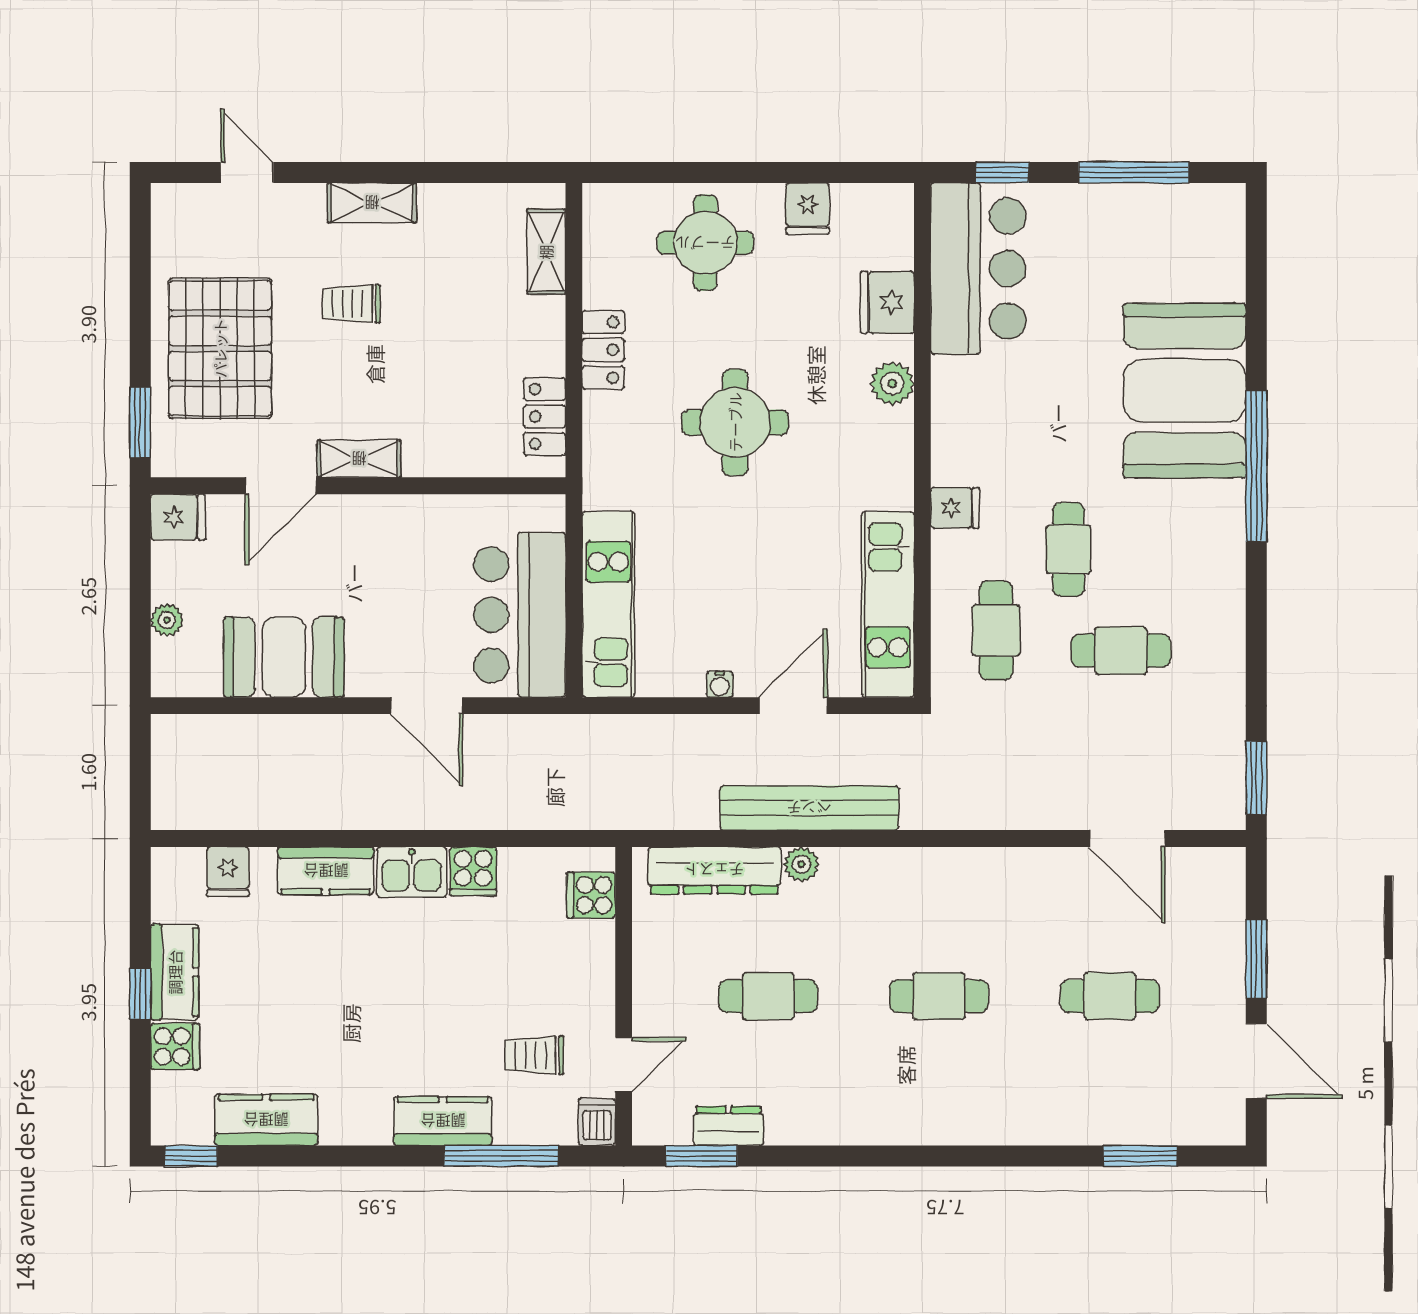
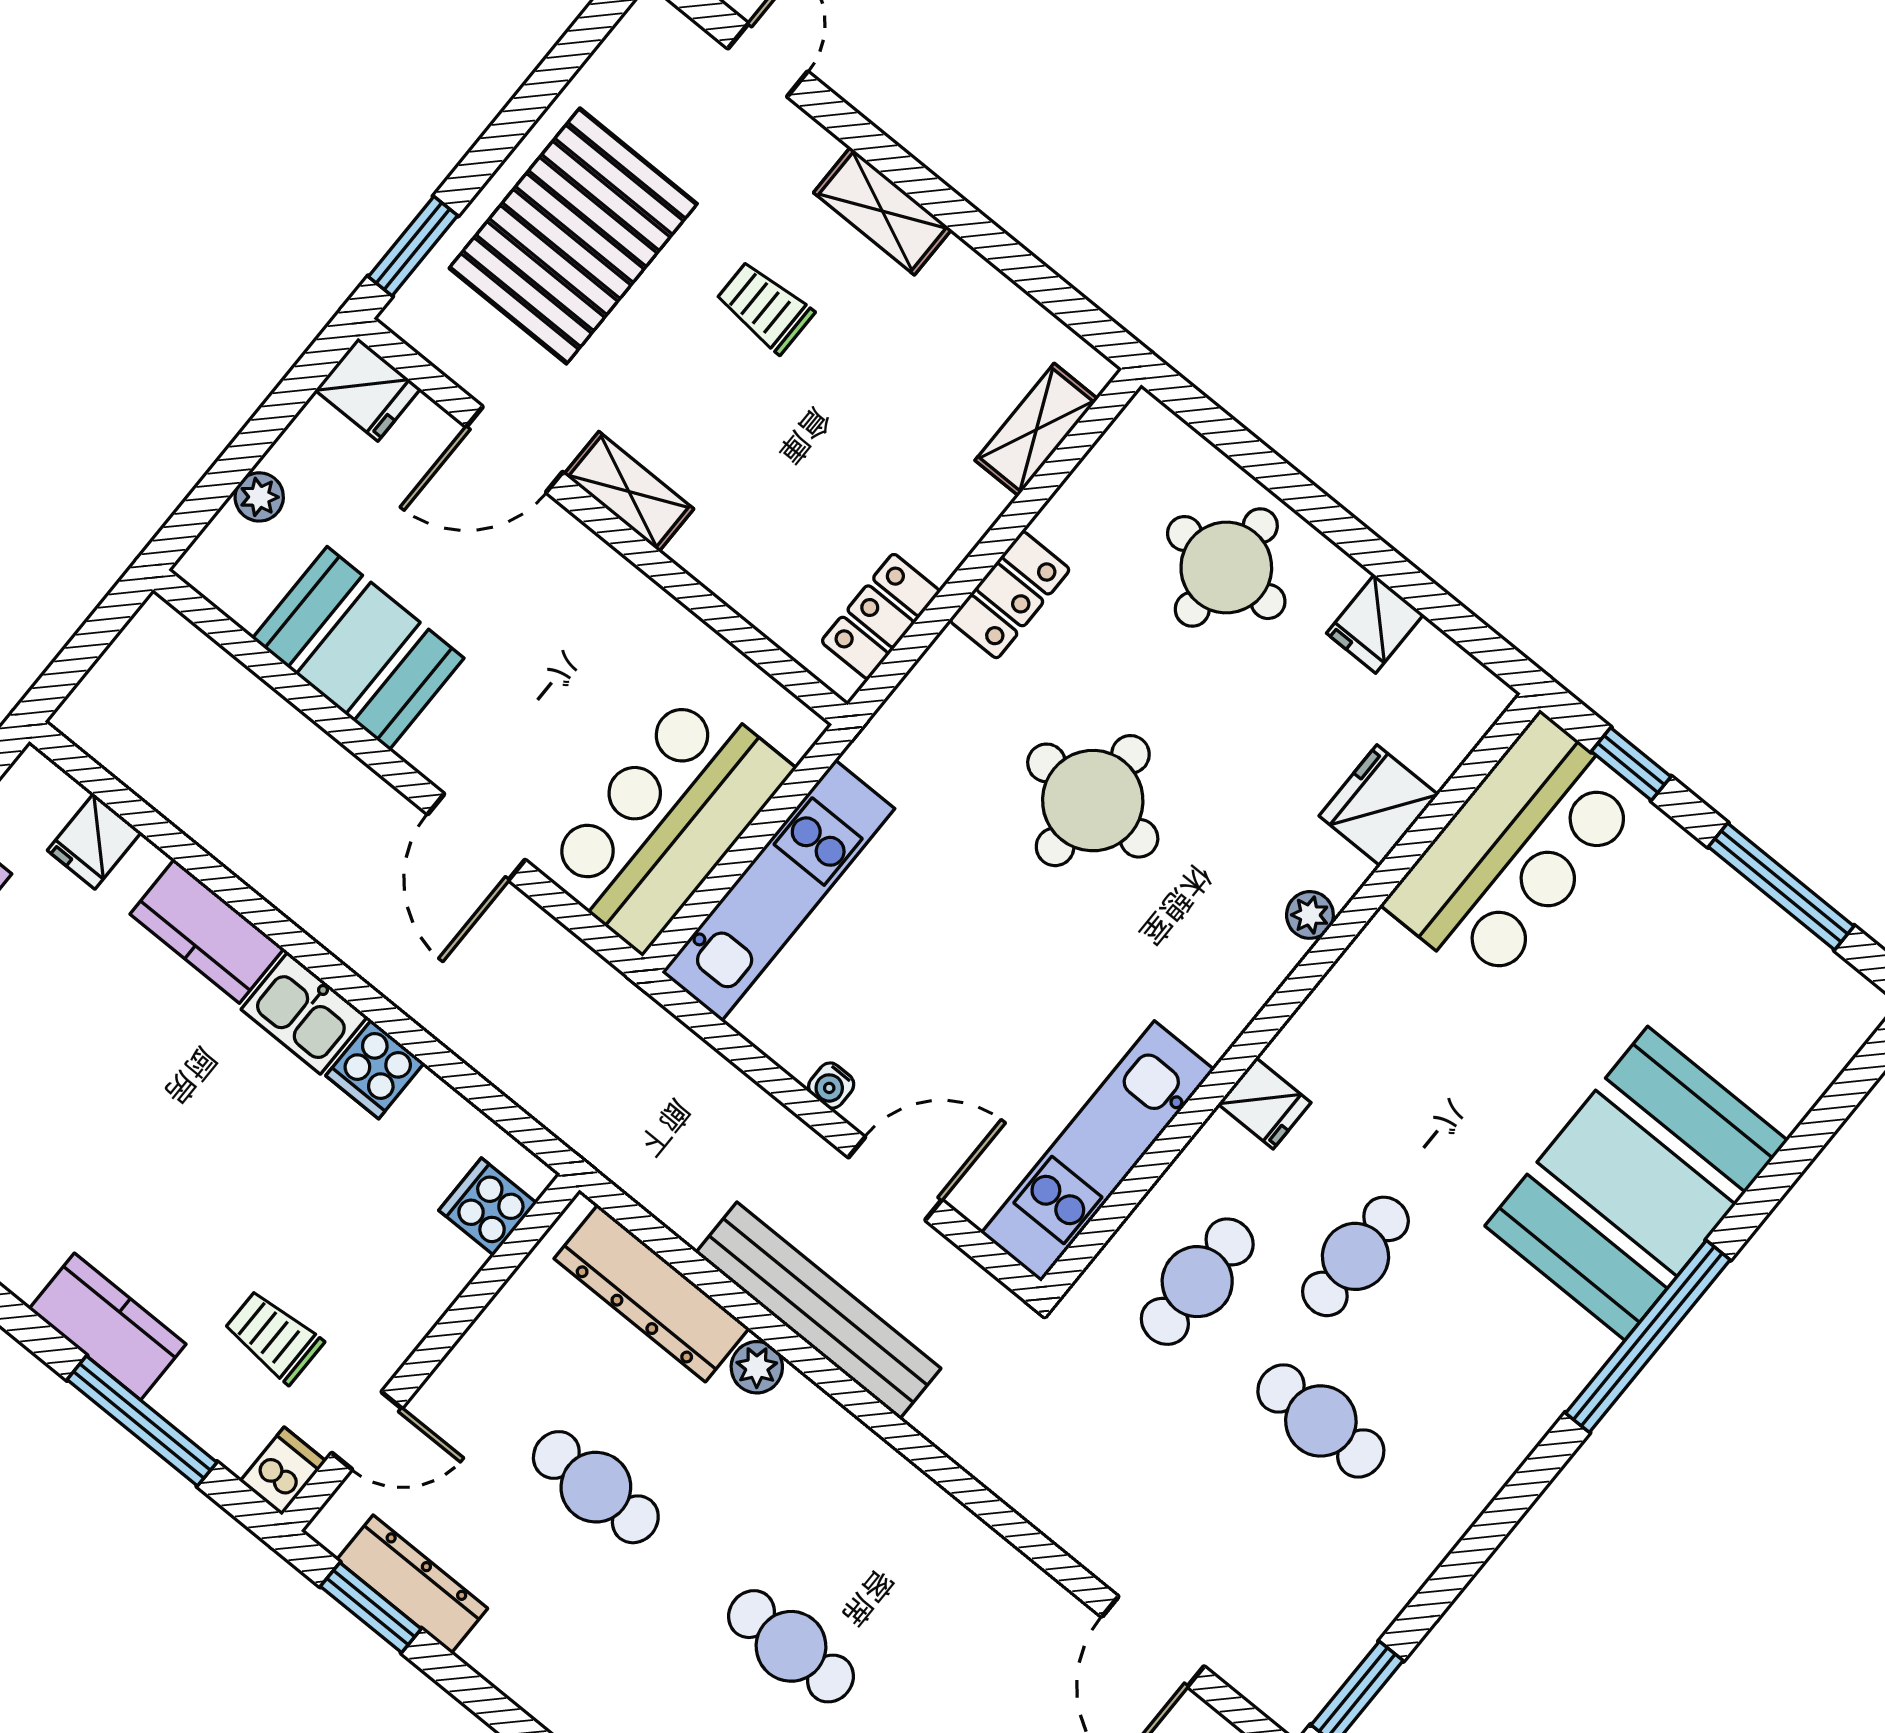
plant: (892, 384) -> (1310, 915), width x0.73, depth x0.73
dresser: (728, 1126) -> (412, 1584), width x1.44

